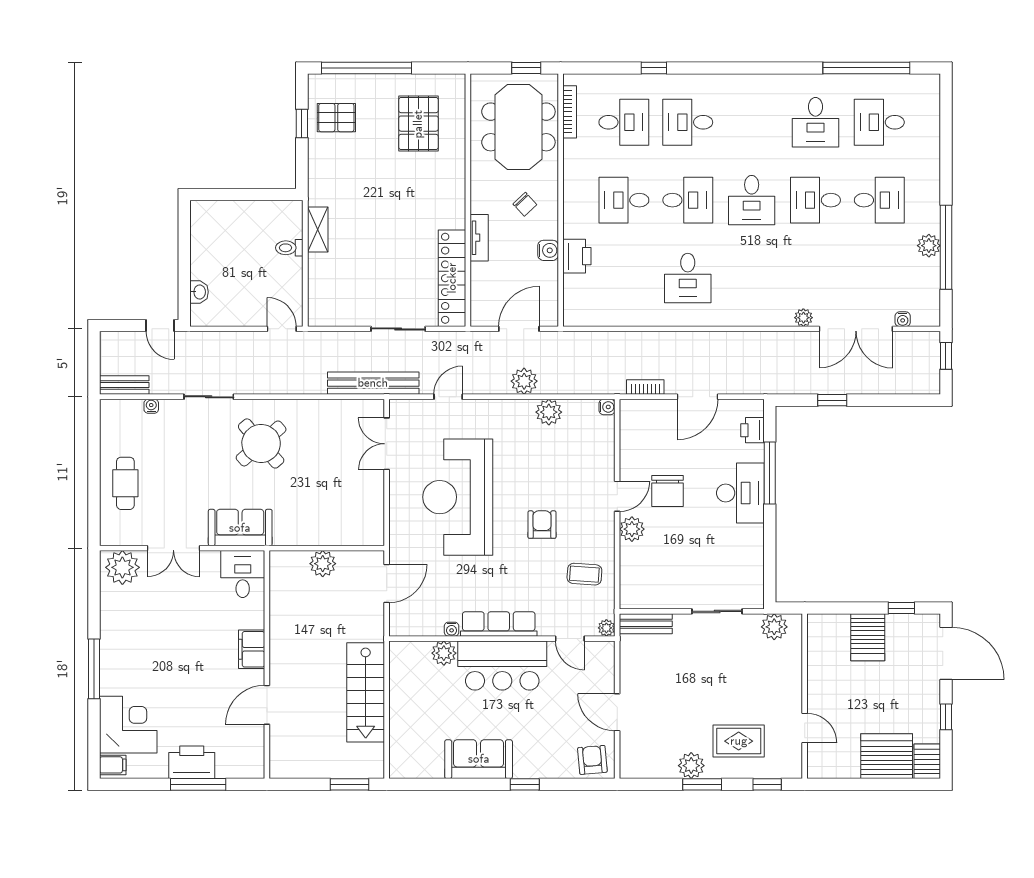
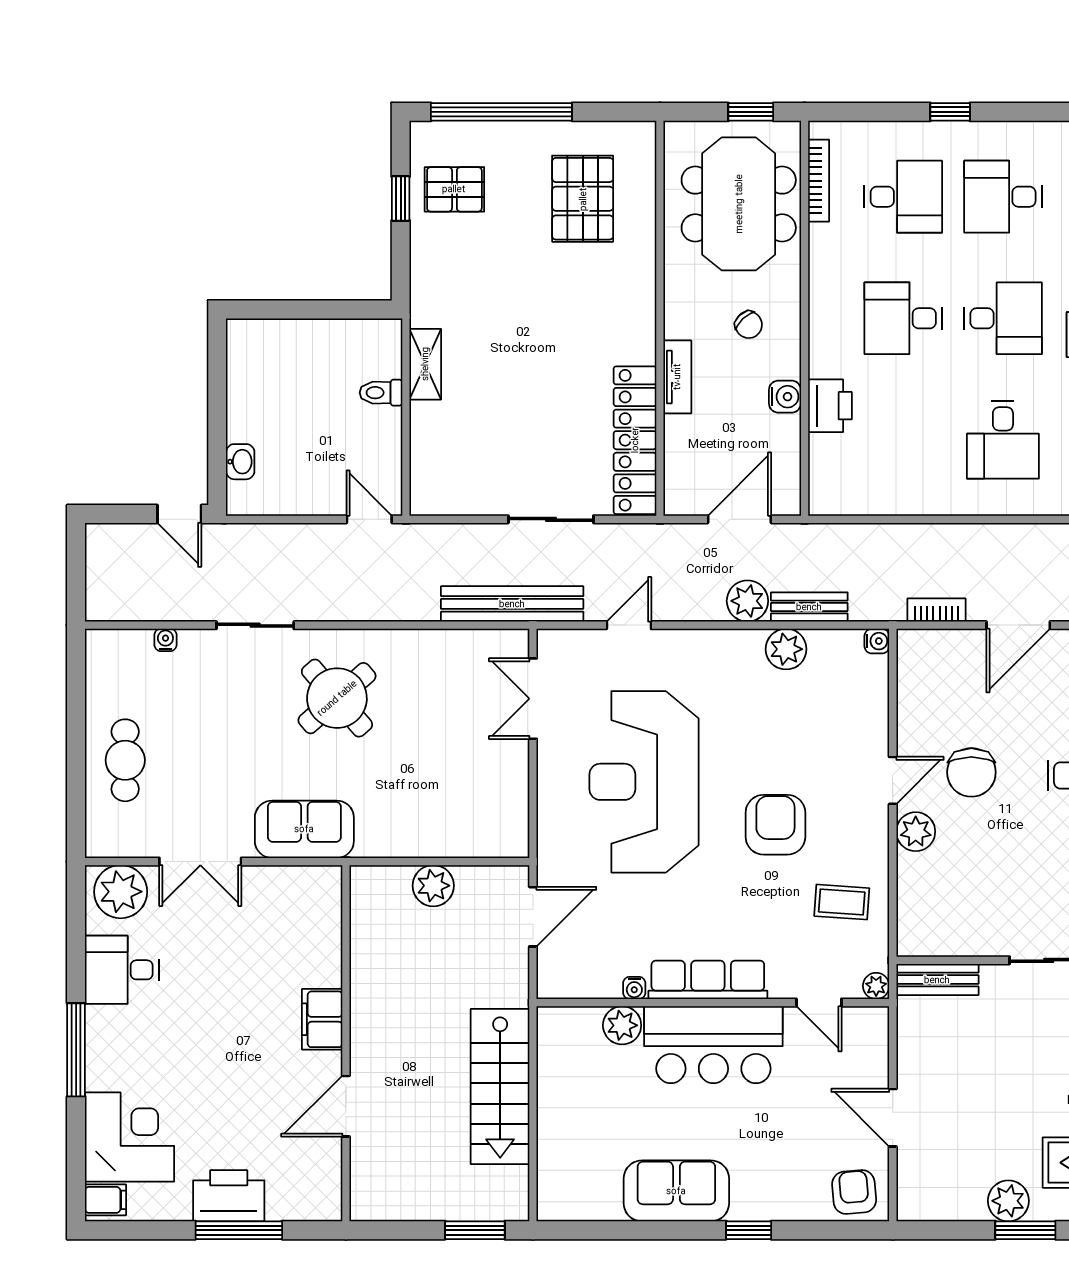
bench: (124, 385) -> (809, 607), moved
armchair: (542, 525) -> (775, 825), width x1.38, depth x1.38
desk: (243, 574) -> (122, 970), moved, turned -90

